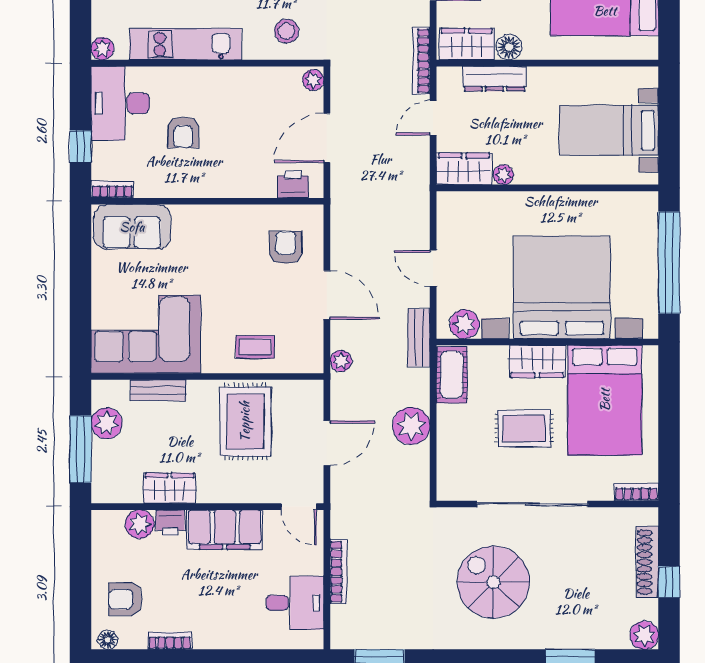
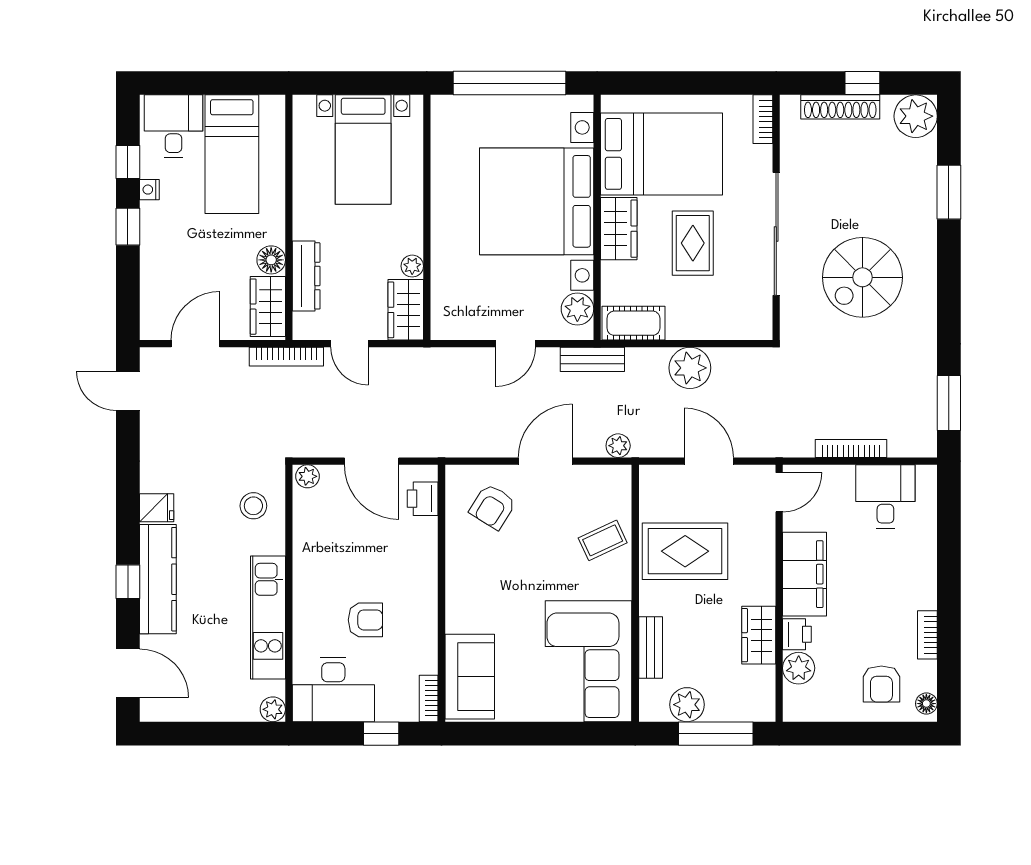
armchair: (286, 247) -> (493, 507), turned -58
coffee table: (255, 347) -> (603, 540), turned 65
plant: (644, 635) -> (916, 116), width x1.36, depth x1.36

